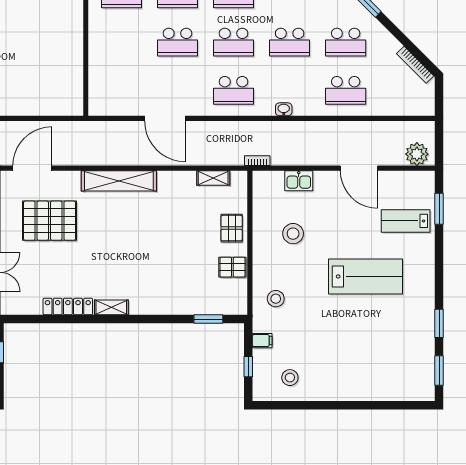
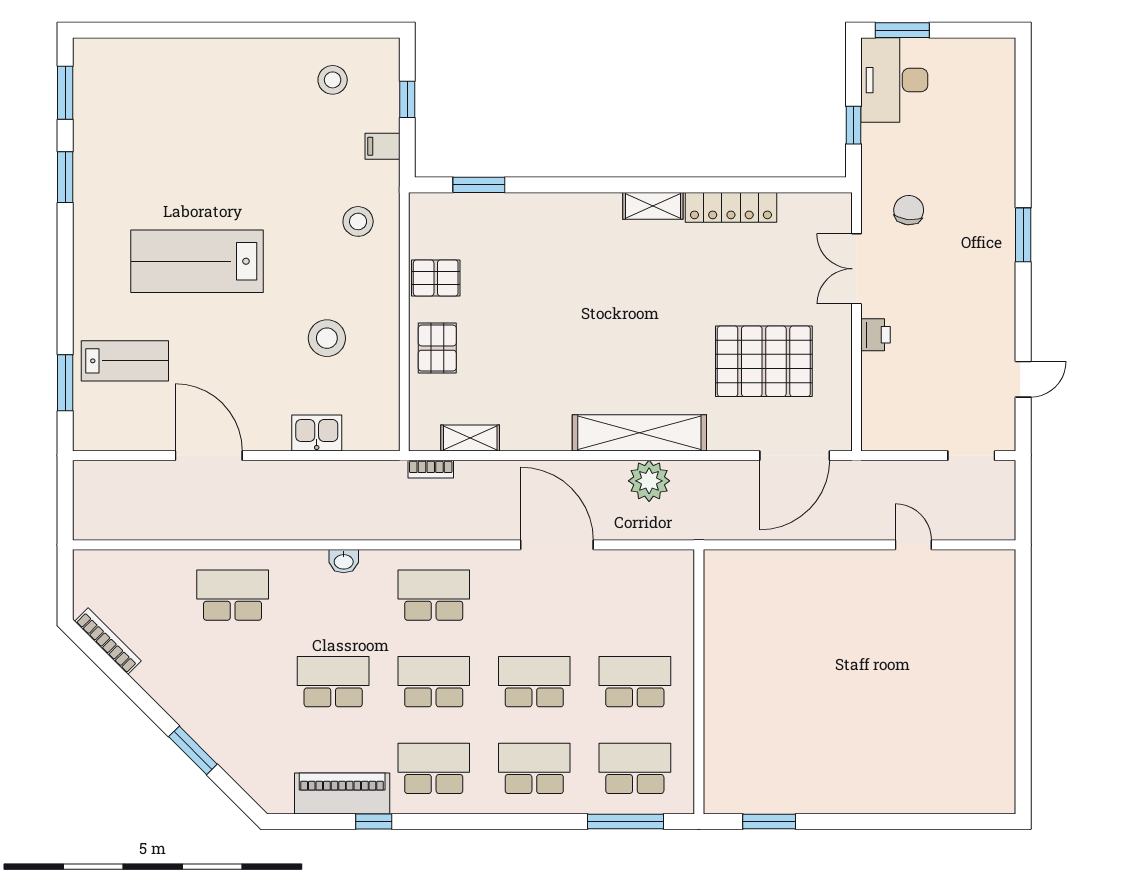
school desk: (346, 42) -> (635, 682), moved
plant: (417, 154) -> (649, 481), moved
bookcase: (257, 161) -> (431, 469), moved

